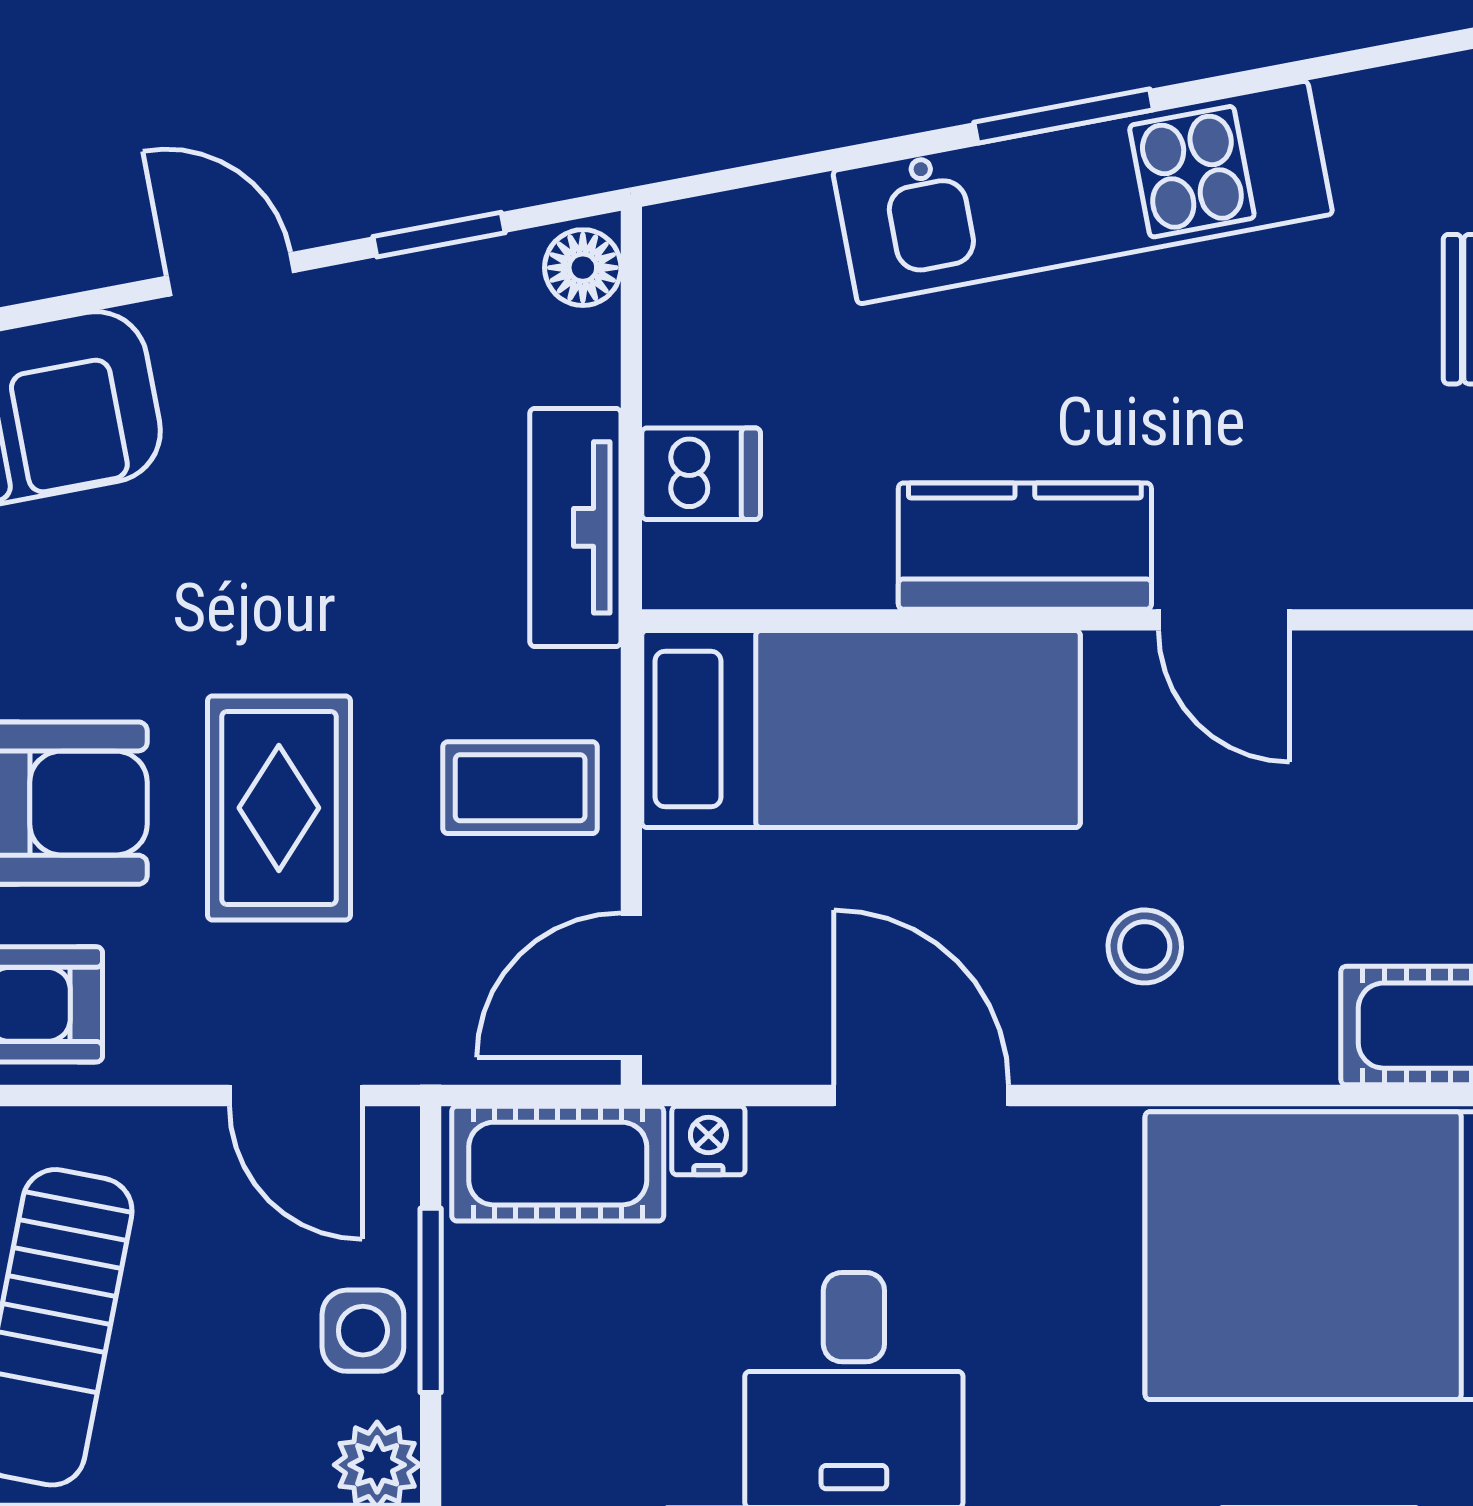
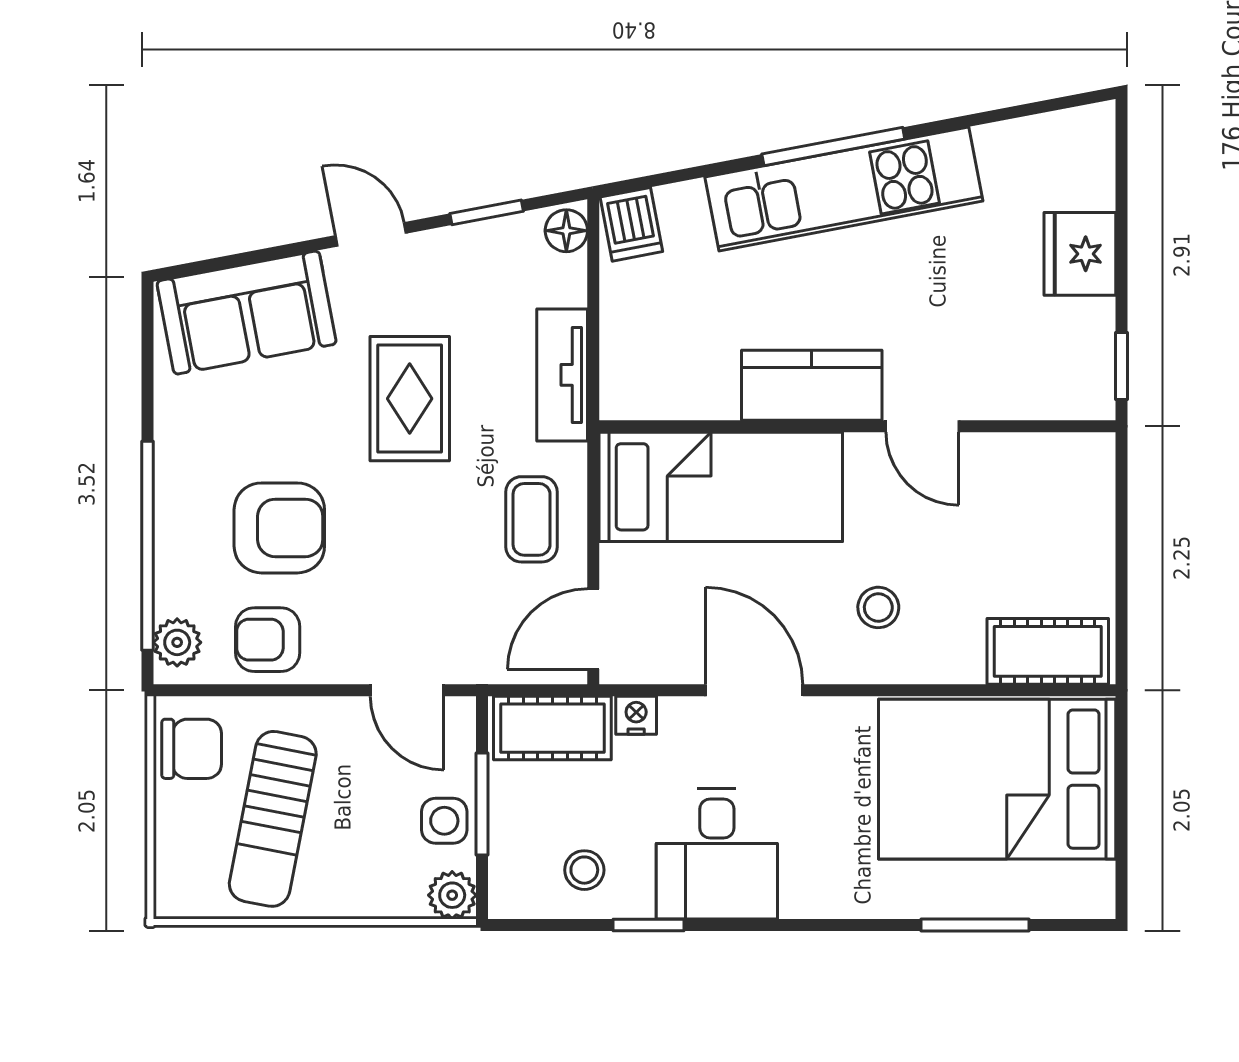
window: (1064, 116) -> (833, 147), width x1.44
dishwasher: (701, 474) -> (631, 224), moved, turned 79
coffee table: (520, 788) -> (532, 519), turned 90
rug: (279, 808) -> (410, 399), moved
stool: (615, 1419) -> (584, 870), added

